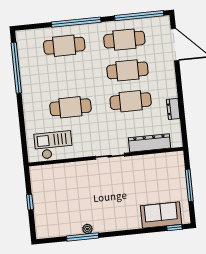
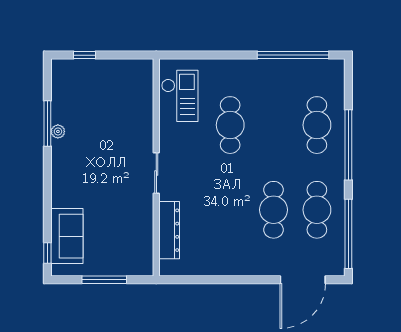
cafe table: (131, 101) -> (230, 210), removed
dresser: (173, 109) -> (213, 268), removed
window: (30, 202) -> (85, 55), moved

